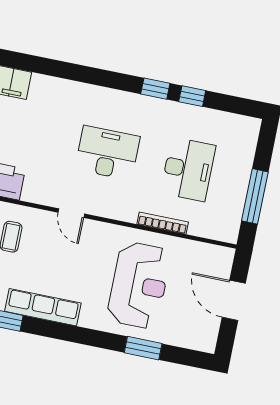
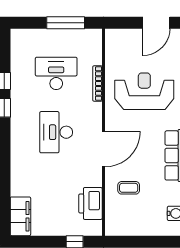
door: (71, 213) -> (104, 149), width x1.87
door: (234, 300) -> (156, 23), moved

